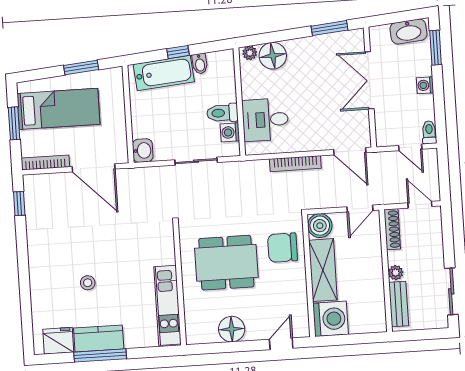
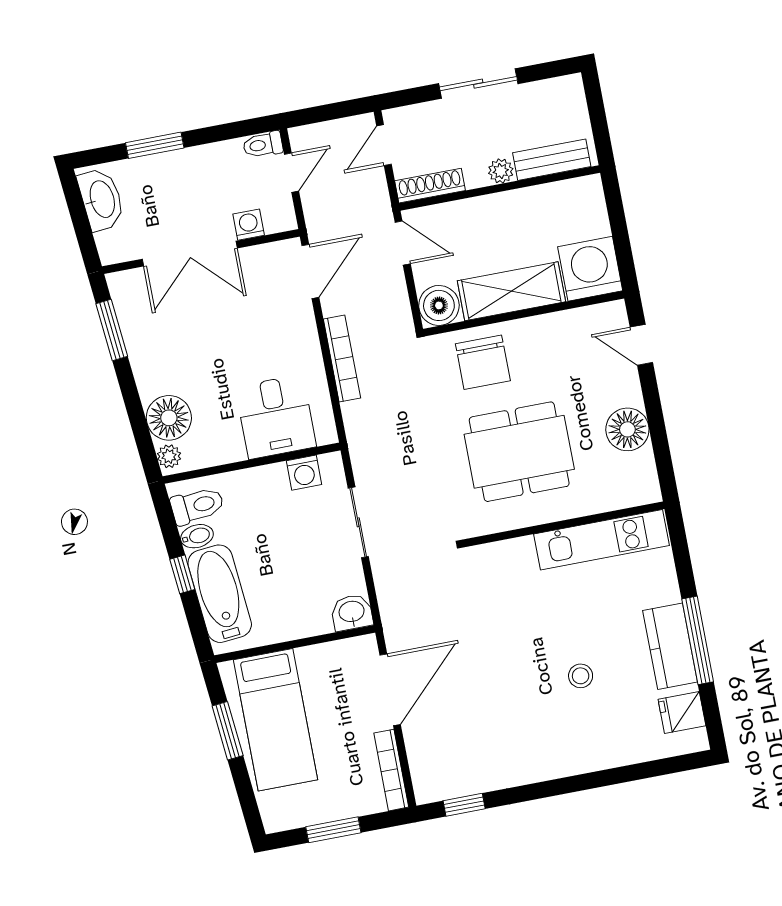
window: (436, 48) -> (155, 145), moved
washing machine: (425, 85) -> (249, 225), moved, turned 180
bed: (58, 109) -> (276, 720), moved, turned 180
toilet: (222, 113) -> (197, 506), moved, turned -95
dining table: (226, 263) -> (519, 452), turned 90
sliding door: (451, 291) -> (478, 84), moved
fridge: (58, 341) -> (682, 712), width x0.72

